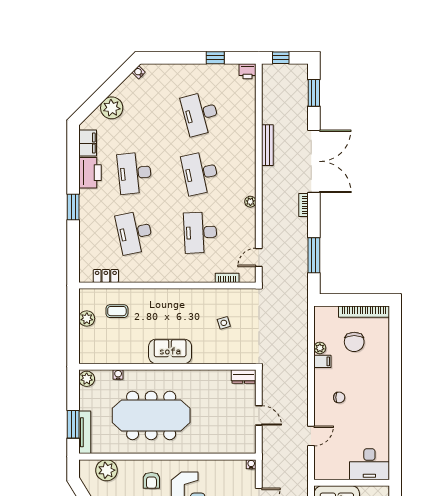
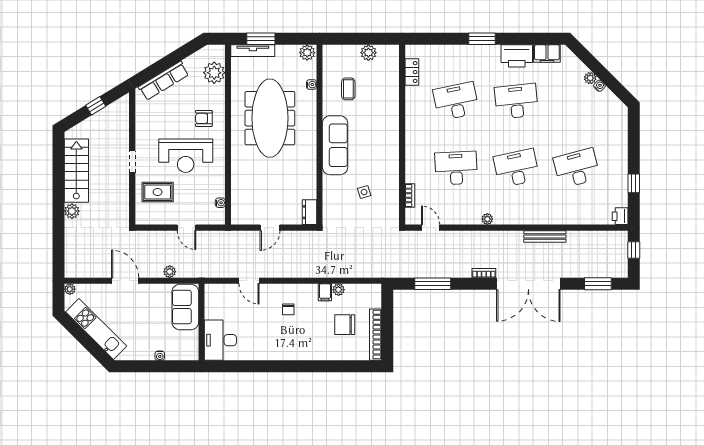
water cooler: (139, 72) -> (599, 86), moved
plant: (112, 108) -> (590, 78), width x0.53, depth x0.53
coffee table: (117, 311) -> (348, 89), moved
sofa: (170, 351) -> (335, 145), width x1.36
water cooler: (251, 464) -> (220, 203), moved

